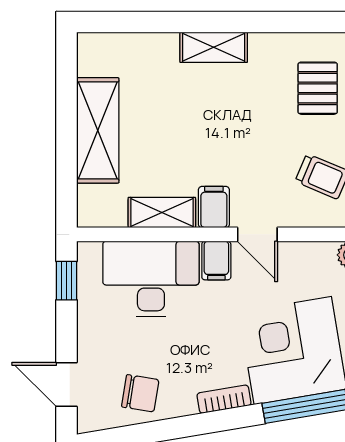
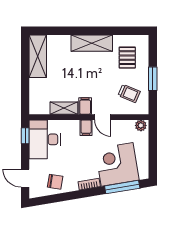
shelving: (214, 47) -> (92, 43), width x1.50, depth x1.33
shelving: (98, 130) -> (38, 56), moved
desk: (151, 279) -> (45, 139), moved, turned -90

